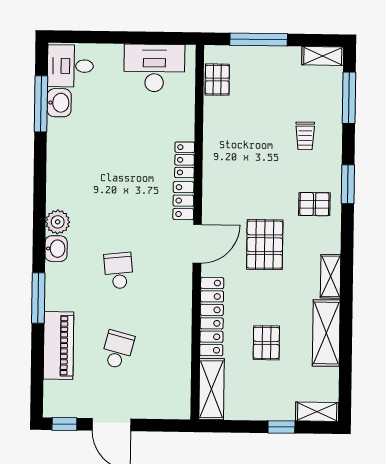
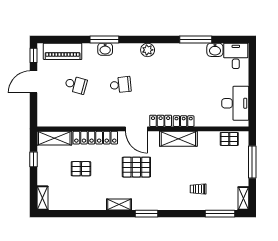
window: (41, 104) -> (196, 39), moved
window: (348, 184) -> (147, 214), moved
pallet: (314, 204) -> (160, 195), removed
washbasin: (56, 249) -> (105, 49), moved
shelving: (326, 333) -> (178, 139), moved
piano: (58, 346) -> (63, 51), moved
window: (281, 427) -> (34, 159), moved

